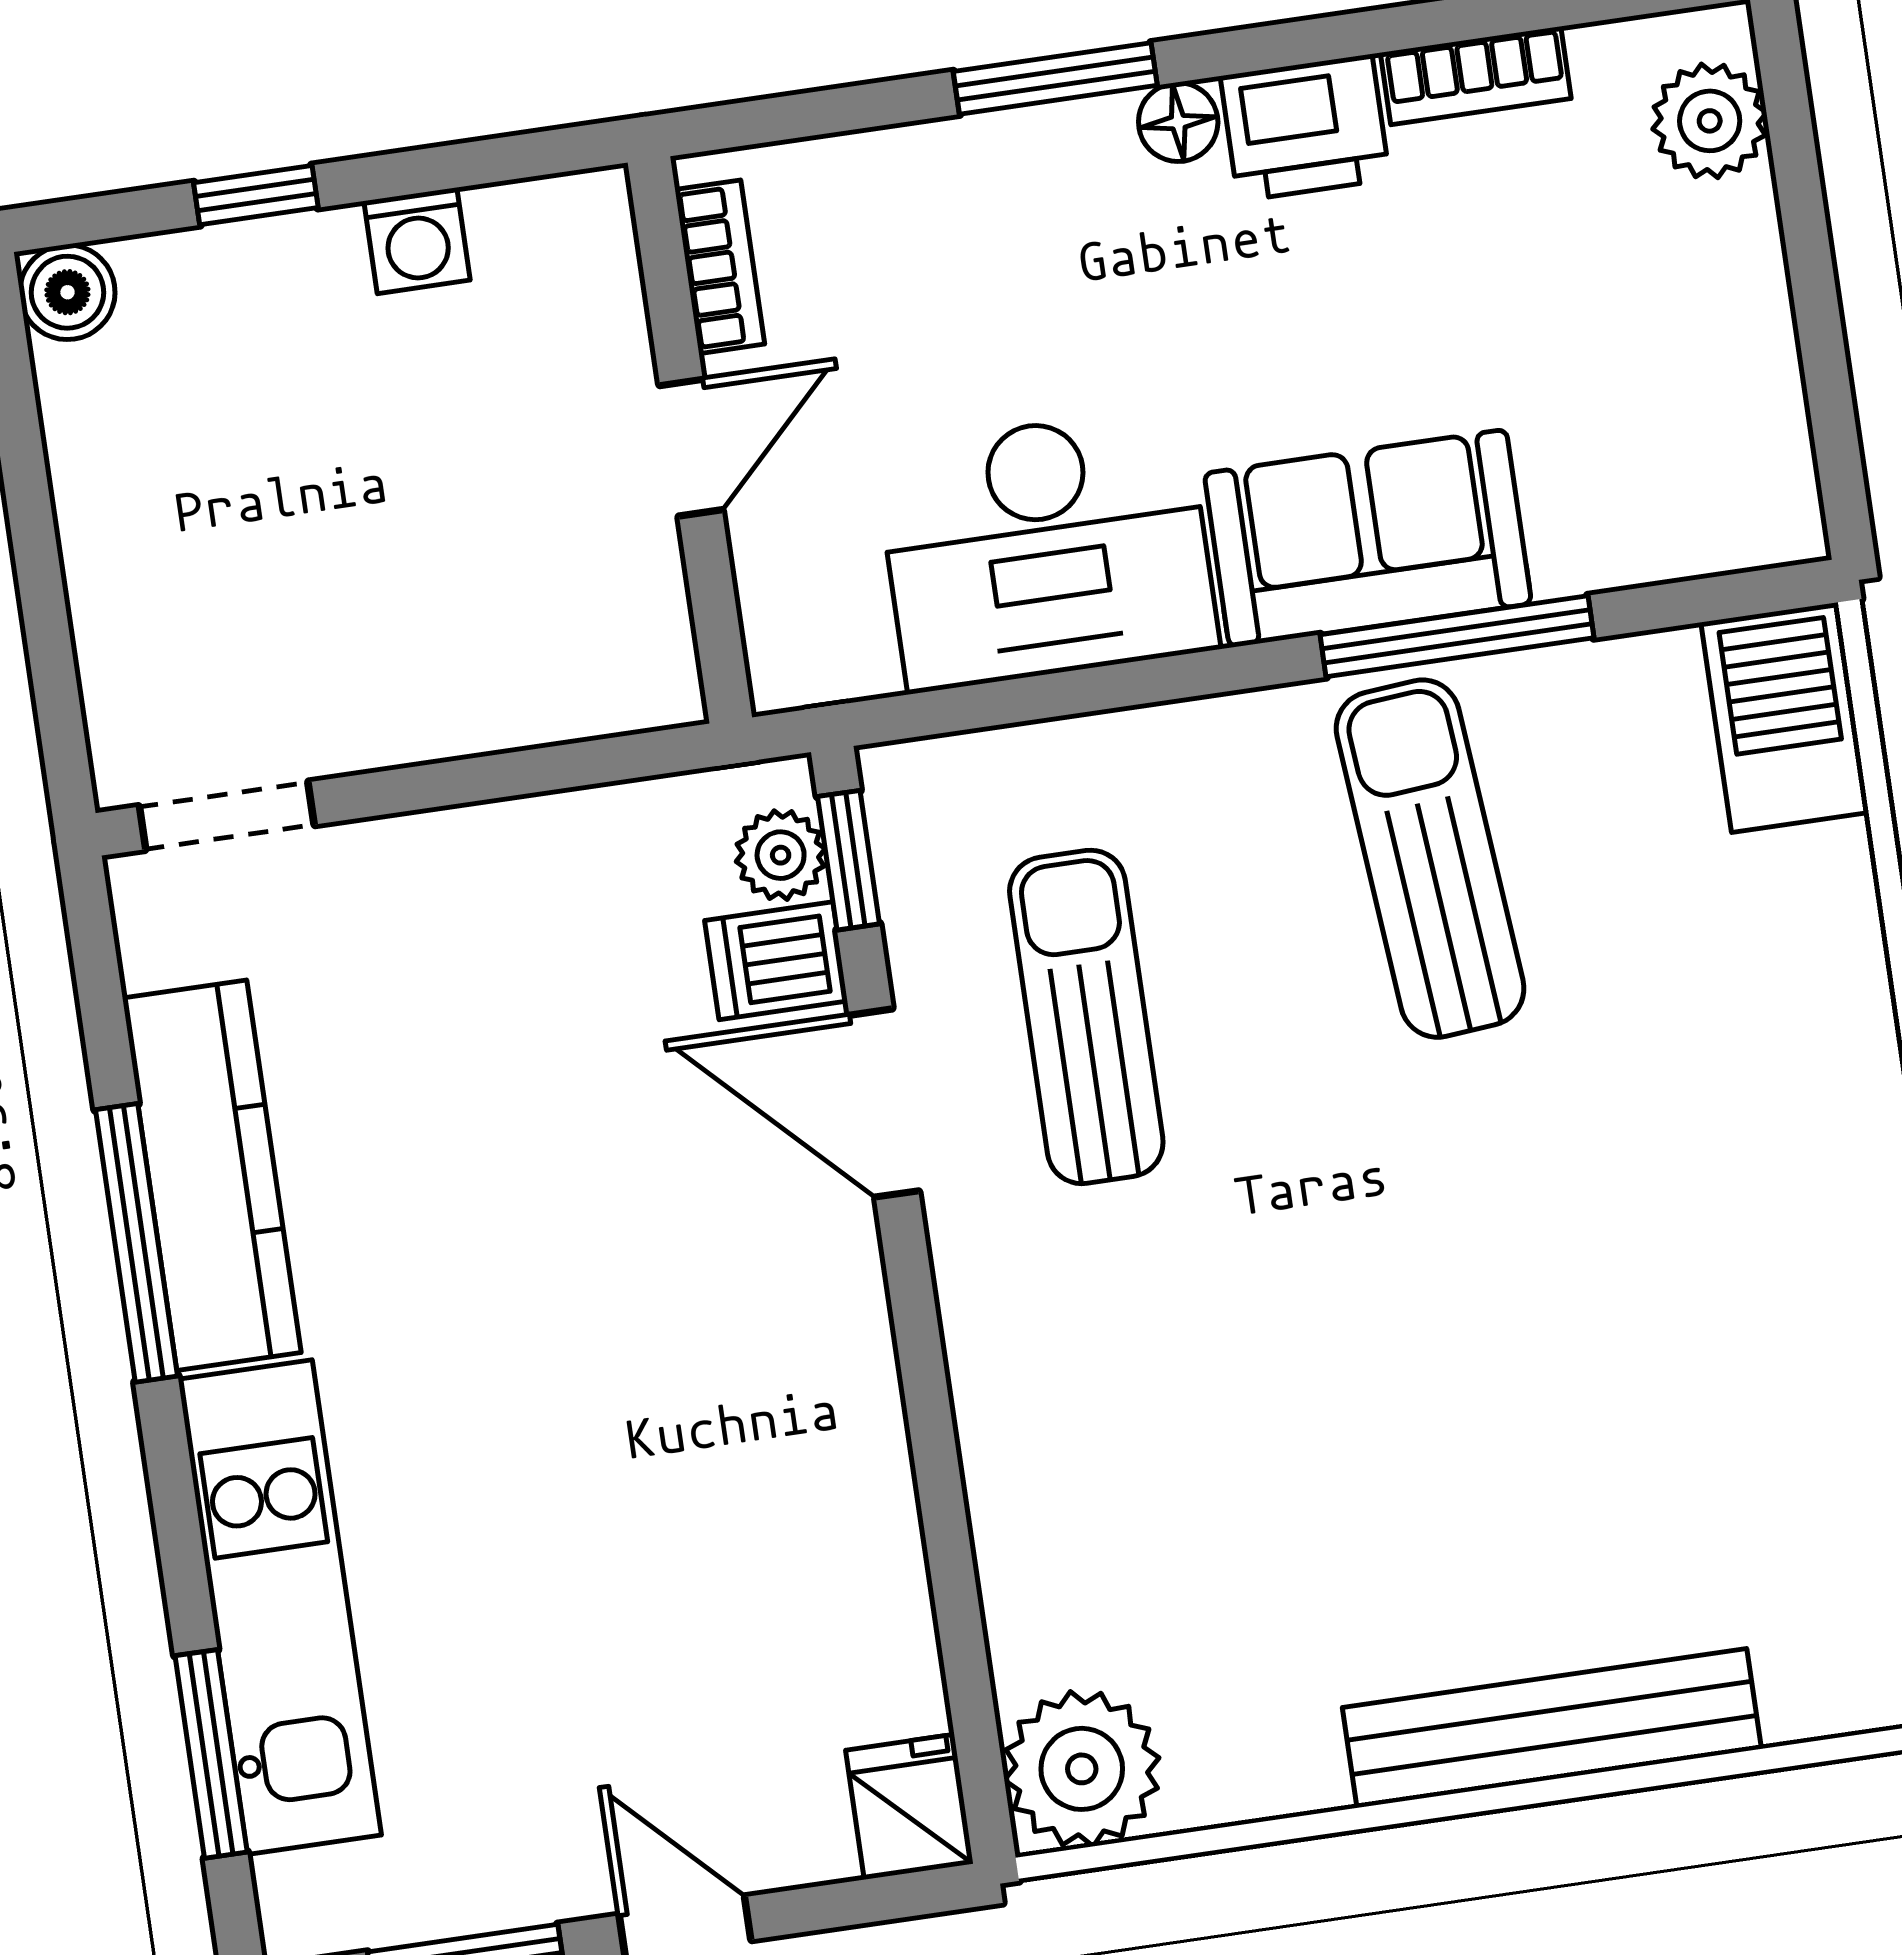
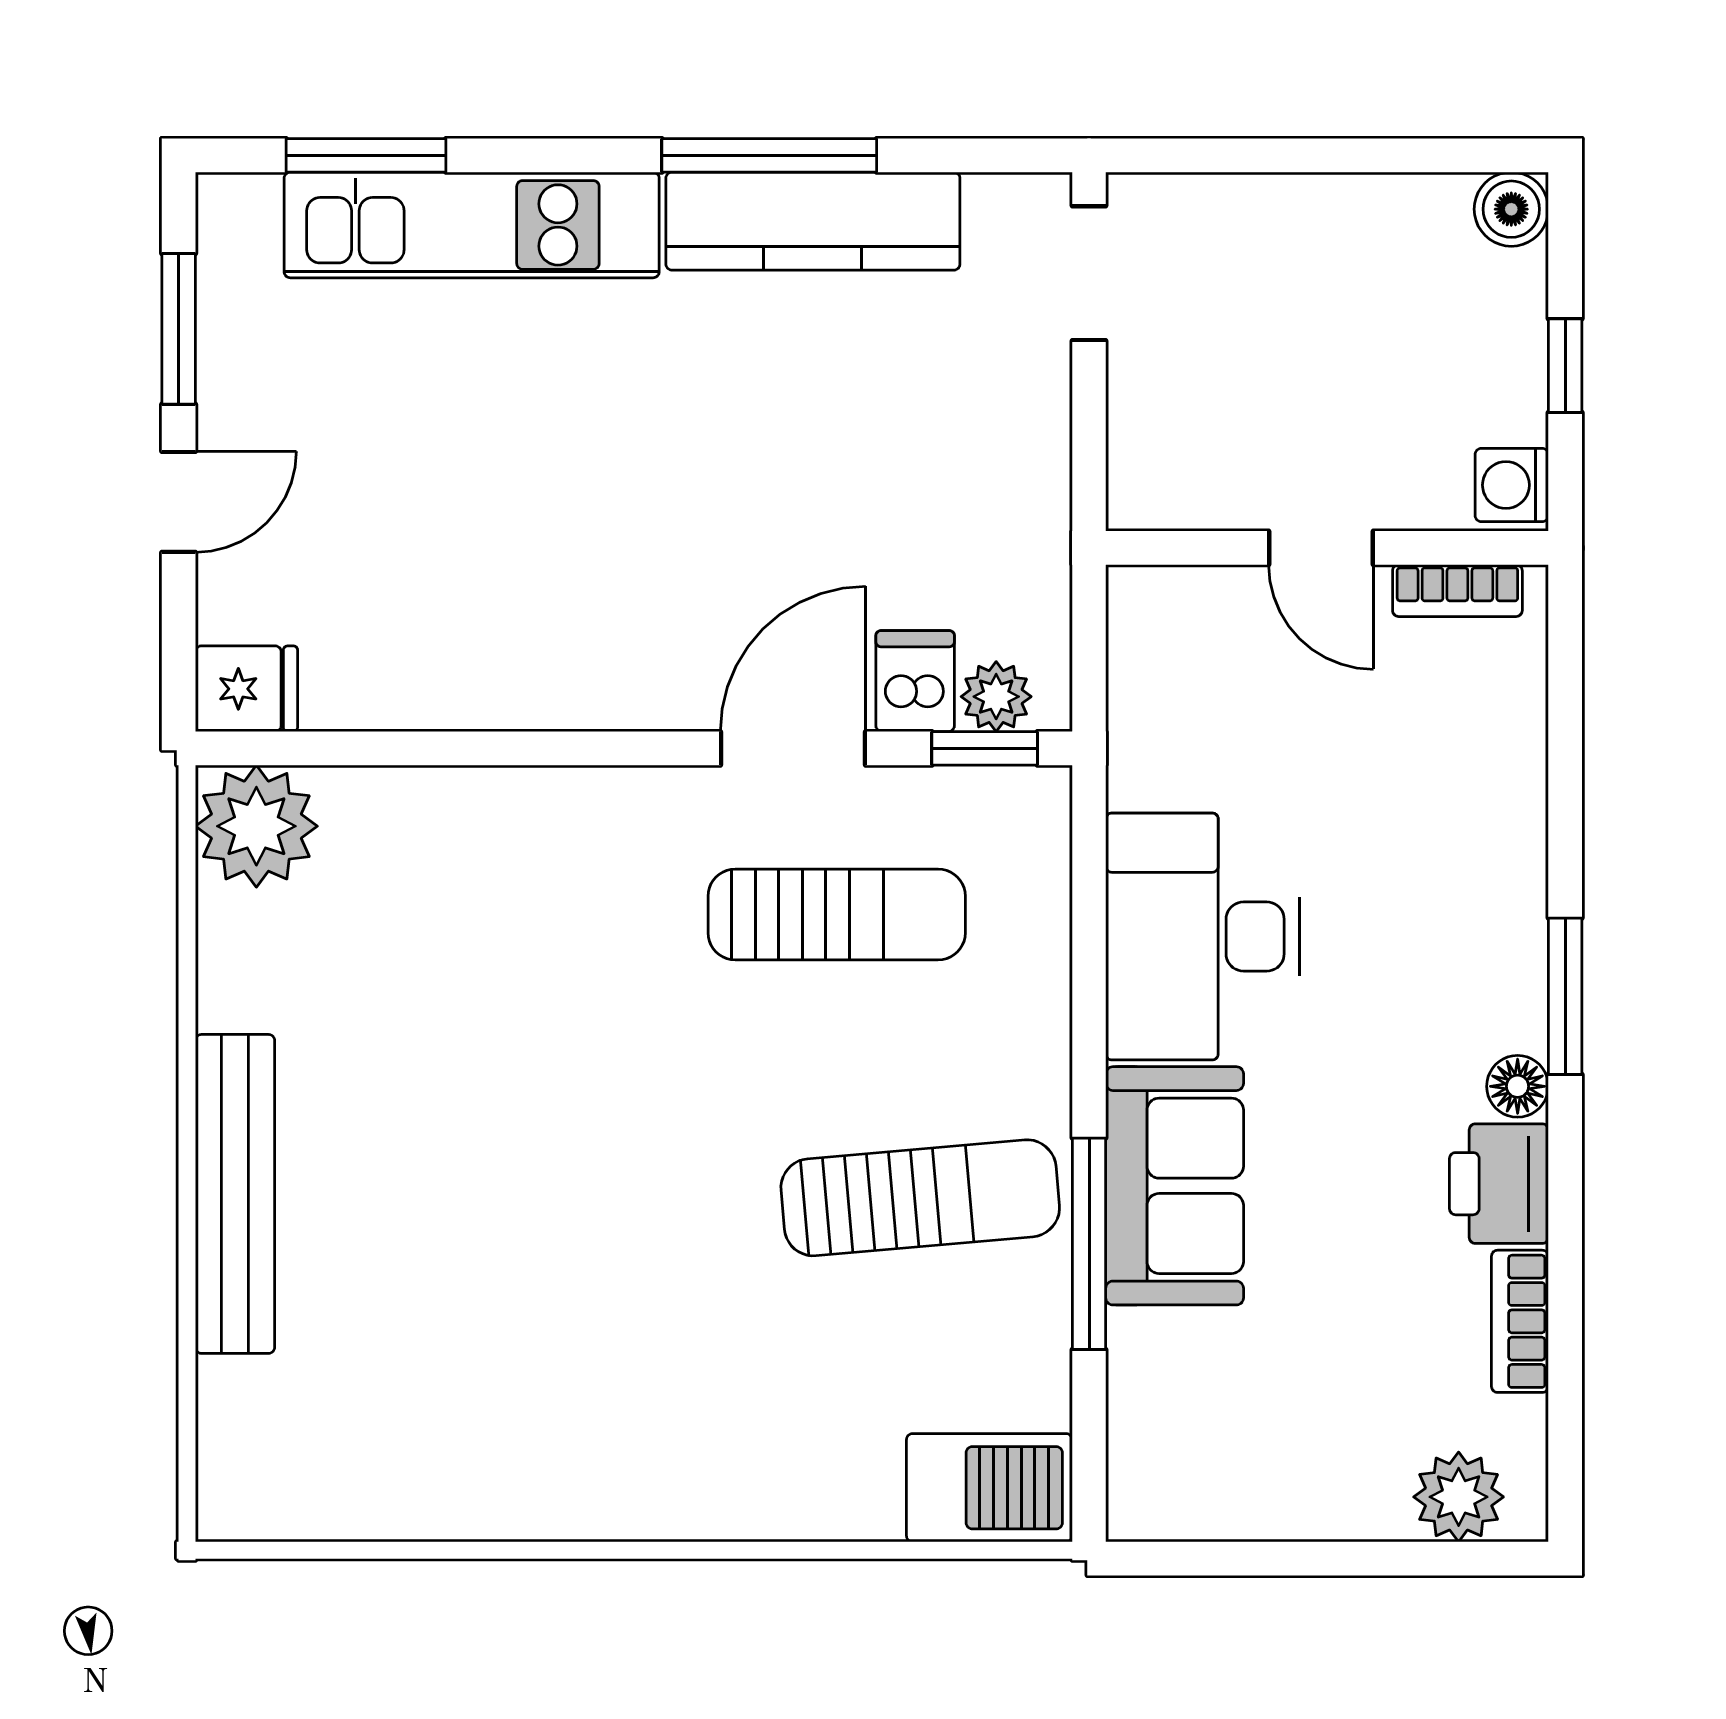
bookcase: (720, 267) -> (1457, 591), moved
wall: (690, 440) -> (1327, 548), moved
door: (691, 448) -> (1321, 548), moved

